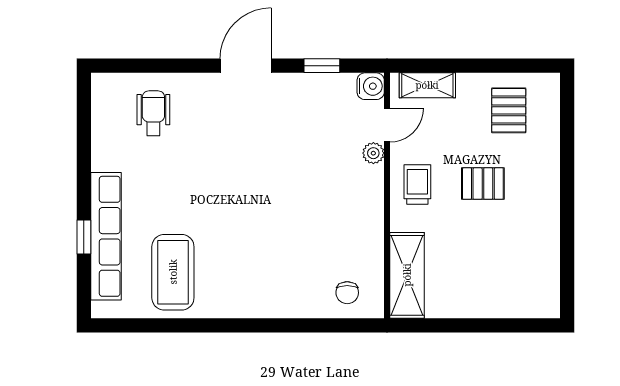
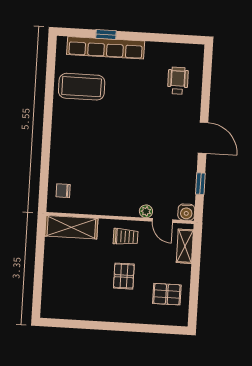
wheelchair: (153, 113) -> (178, 81), turned -90

